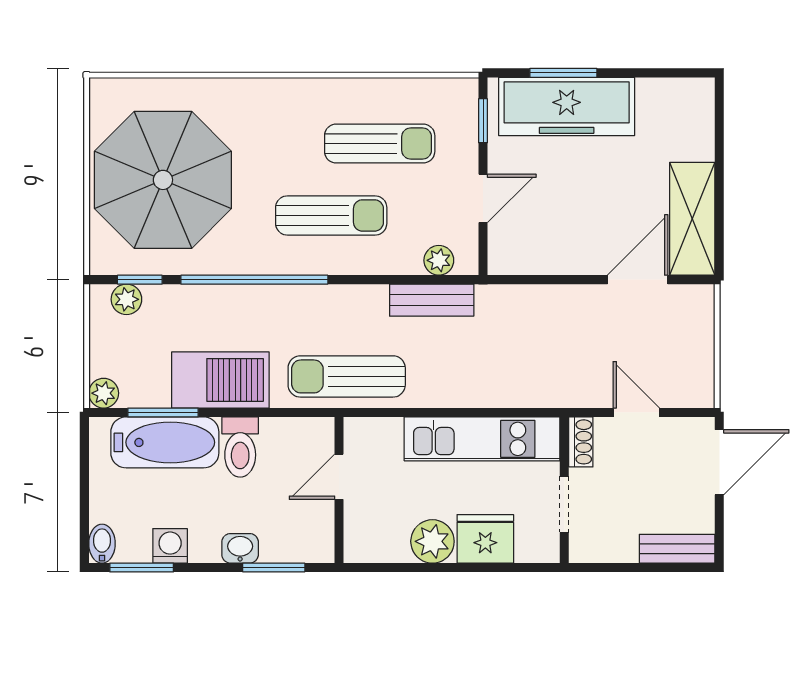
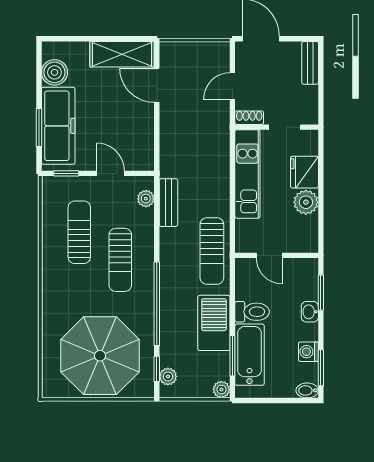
boiler: (660, 100) -> (54, 72), added
sun lounger: (331, 215) -> (120, 260), turned 180

